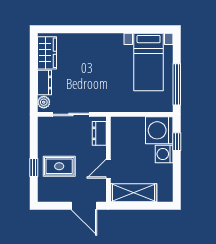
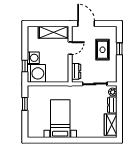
bed with nightstands: (149, 62) -> (60, 119), moved
window: (177, 84) -> (25, 104), width x0.46
rug: (59, 166) -> (102, 50), turned 90

